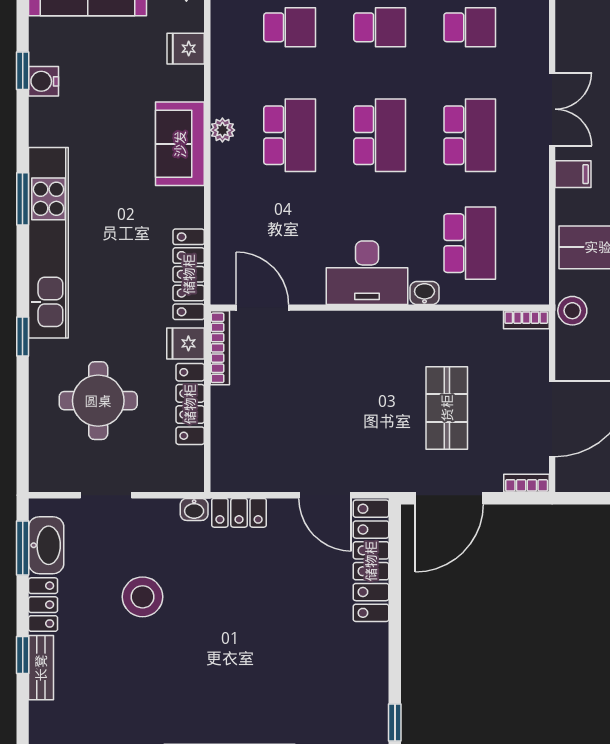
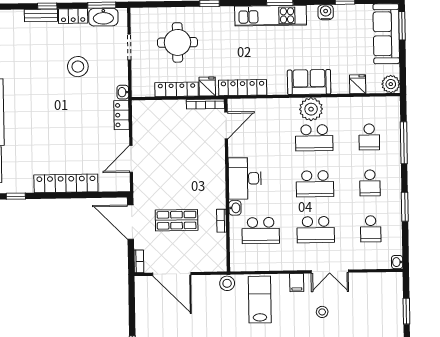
water cooler: (44, 81) -> (326, 12), moved
plant: (222, 130) -> (311, 109), width x1.87, depth x1.87
kitchen unit: (48, 243) -> (271, 16), width x0.73
bookcase: (526, 320) -> (221, 221), moved
locker: (371, 561) -> (66, 183), moved

